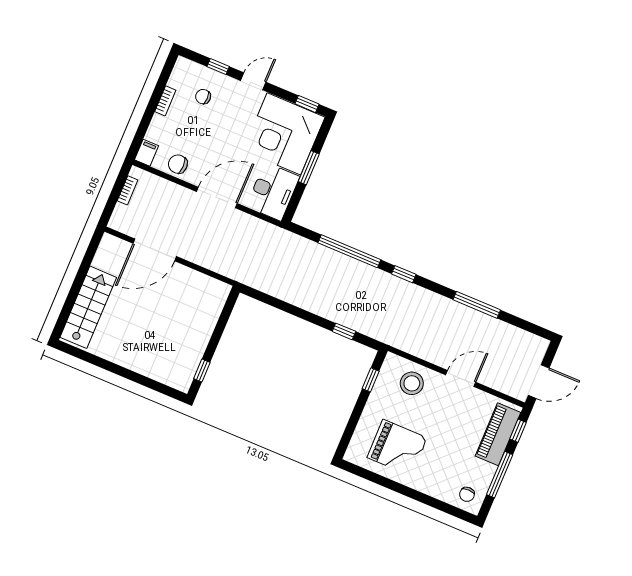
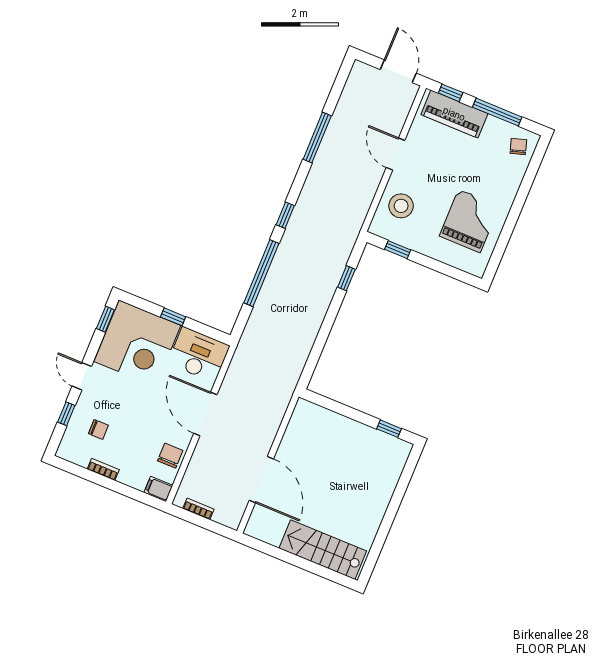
chair: (203, 97) -> (98, 429), turned -90
chair: (178, 164) -> (170, 456), turned 180
window: (309, 168) -> (173, 317), width x0.67
chair: (467, 494) -> (518, 147), turned -107

